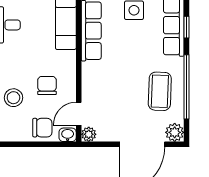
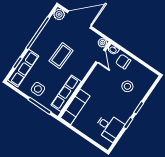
chair: (47, 85) -> (107, 81), removed
coffee table: (160, 91) -> (61, 56), moved
door: (79, 114) -> (100, 56), hinge flipped

